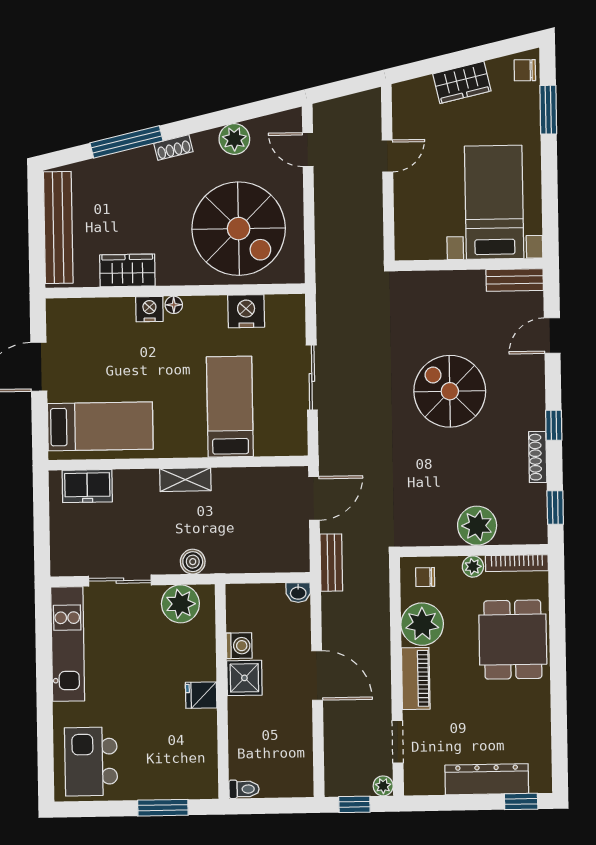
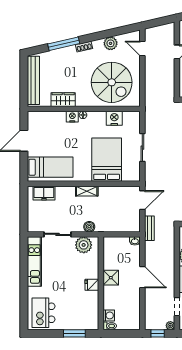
bed: (230, 407) -> (107, 160), width x1.50
washing machine: (239, 646) -> (109, 315), moved

